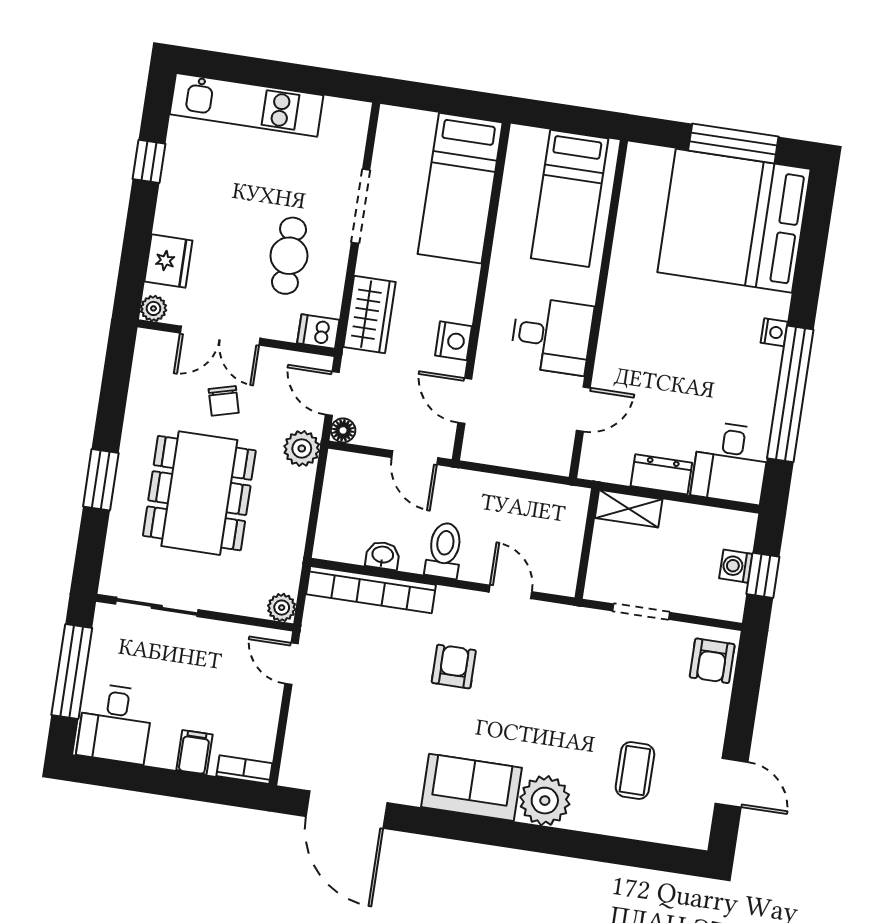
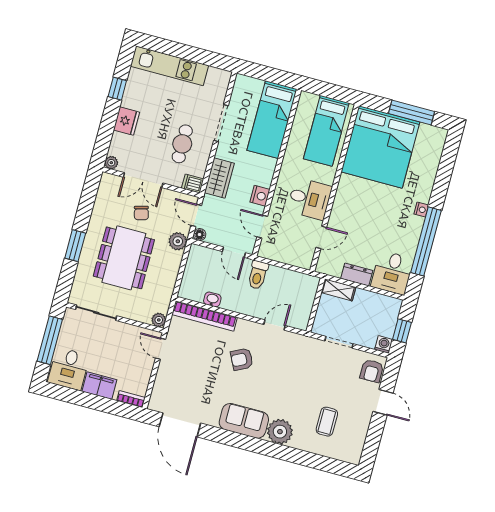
bed: (734, 221) -> (380, 147), moved, turned -90
fridge: (168, 261) -> (126, 121), moved
toilet: (444, 550) -> (258, 275), moved, turned 180
washing machine: (736, 566) -> (384, 344), moved, turned 90
door: (510, 592) -> (274, 325), hinge flipped
armchair: (454, 667) -> (242, 359), turned -117
filing cabinet: (194, 752) -> (99, 386), width x2.00
door: (732, 783) -> (383, 402), moved

